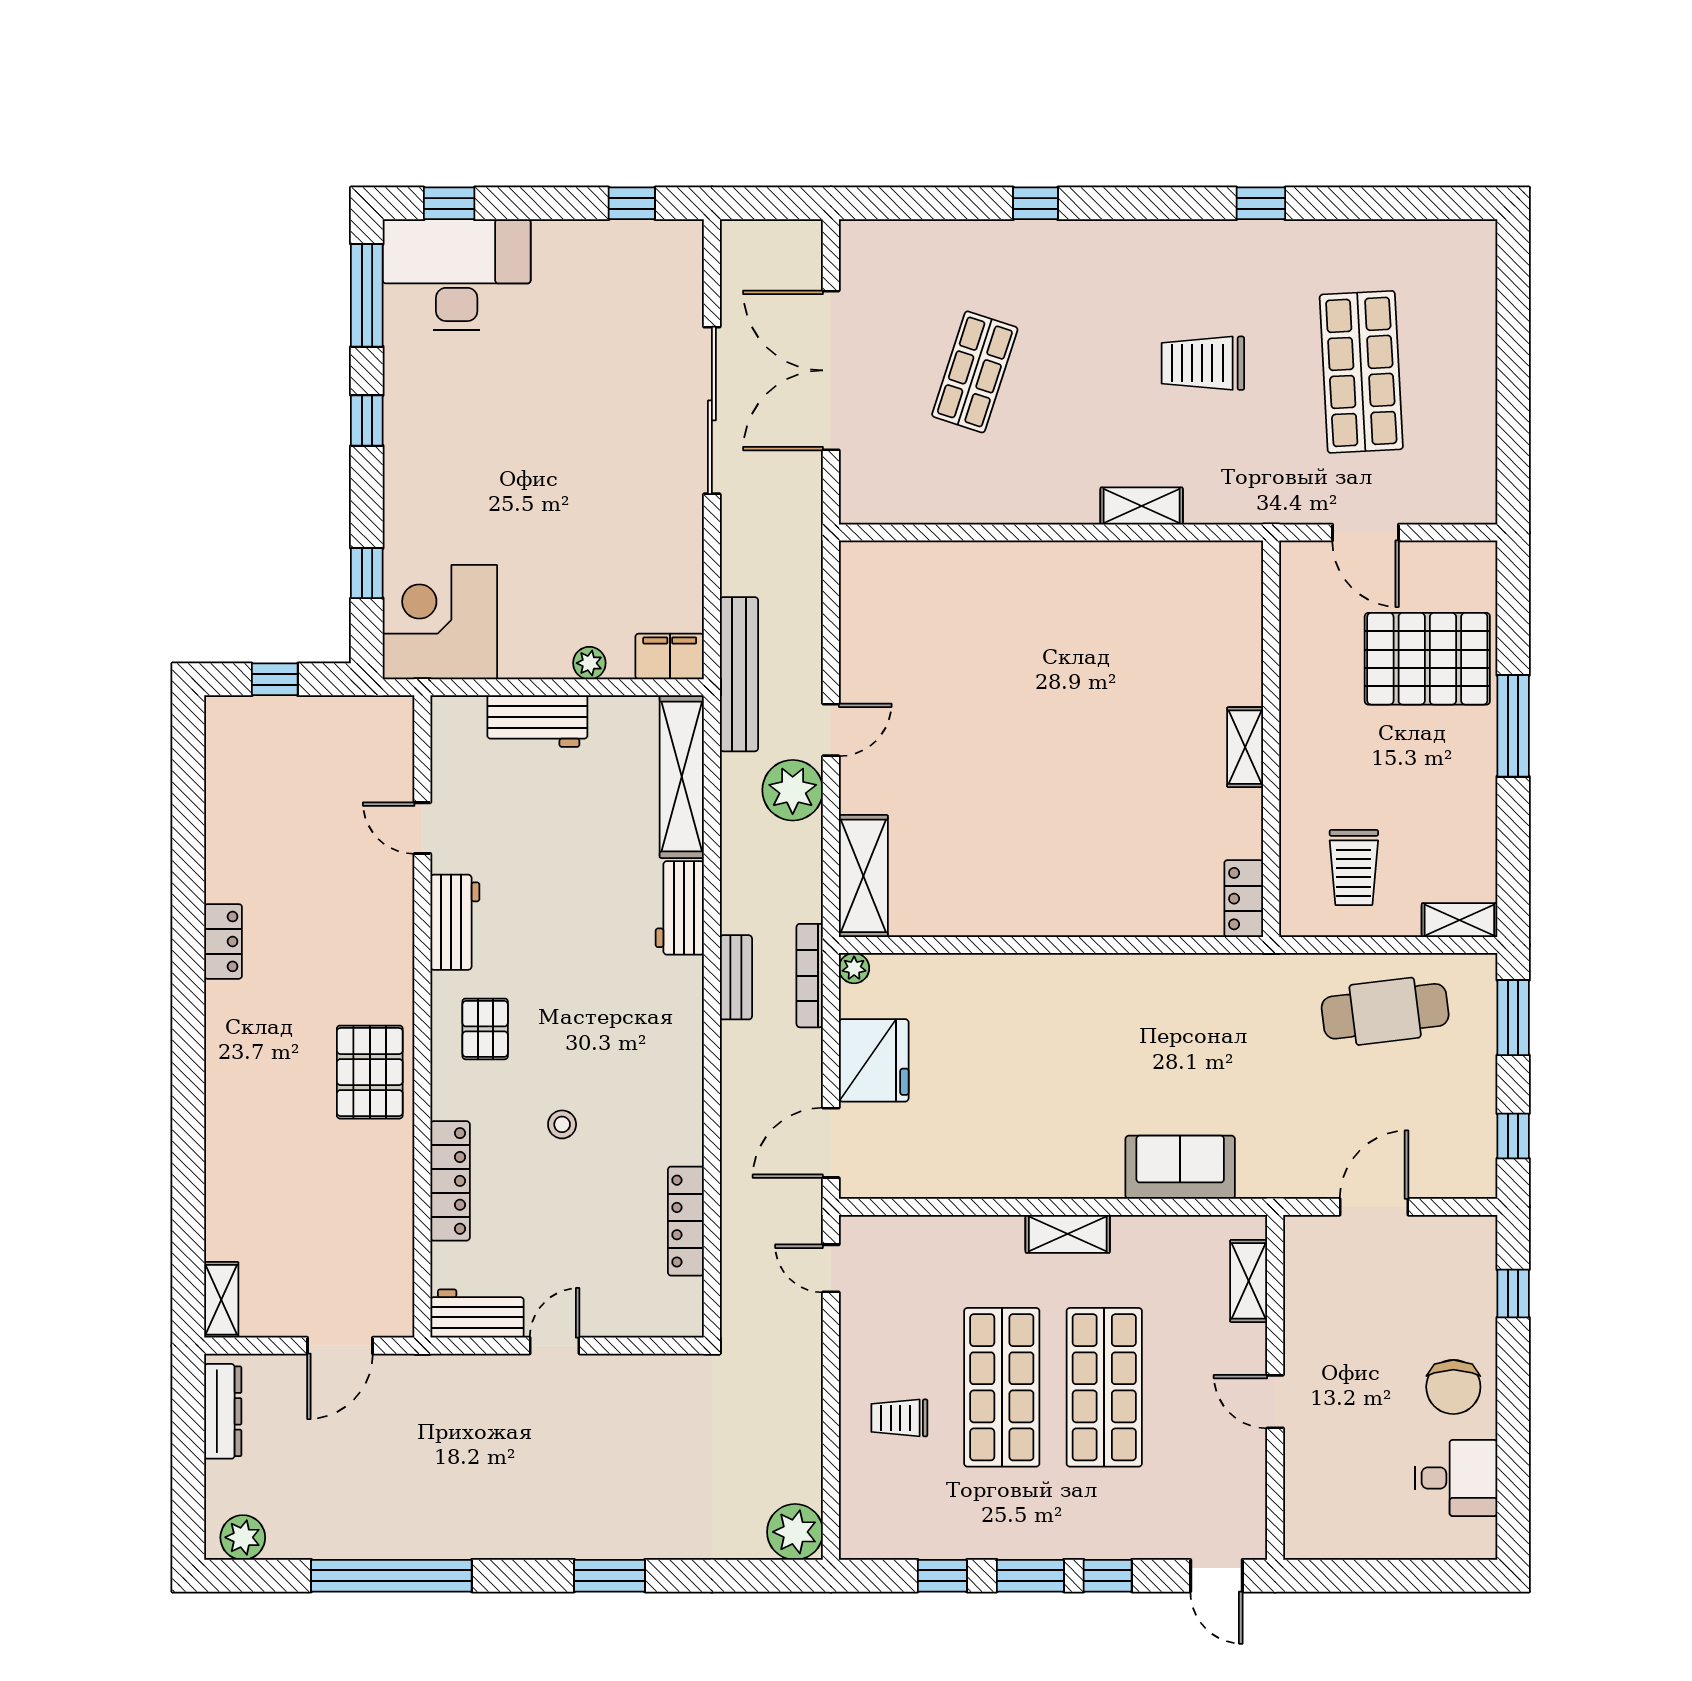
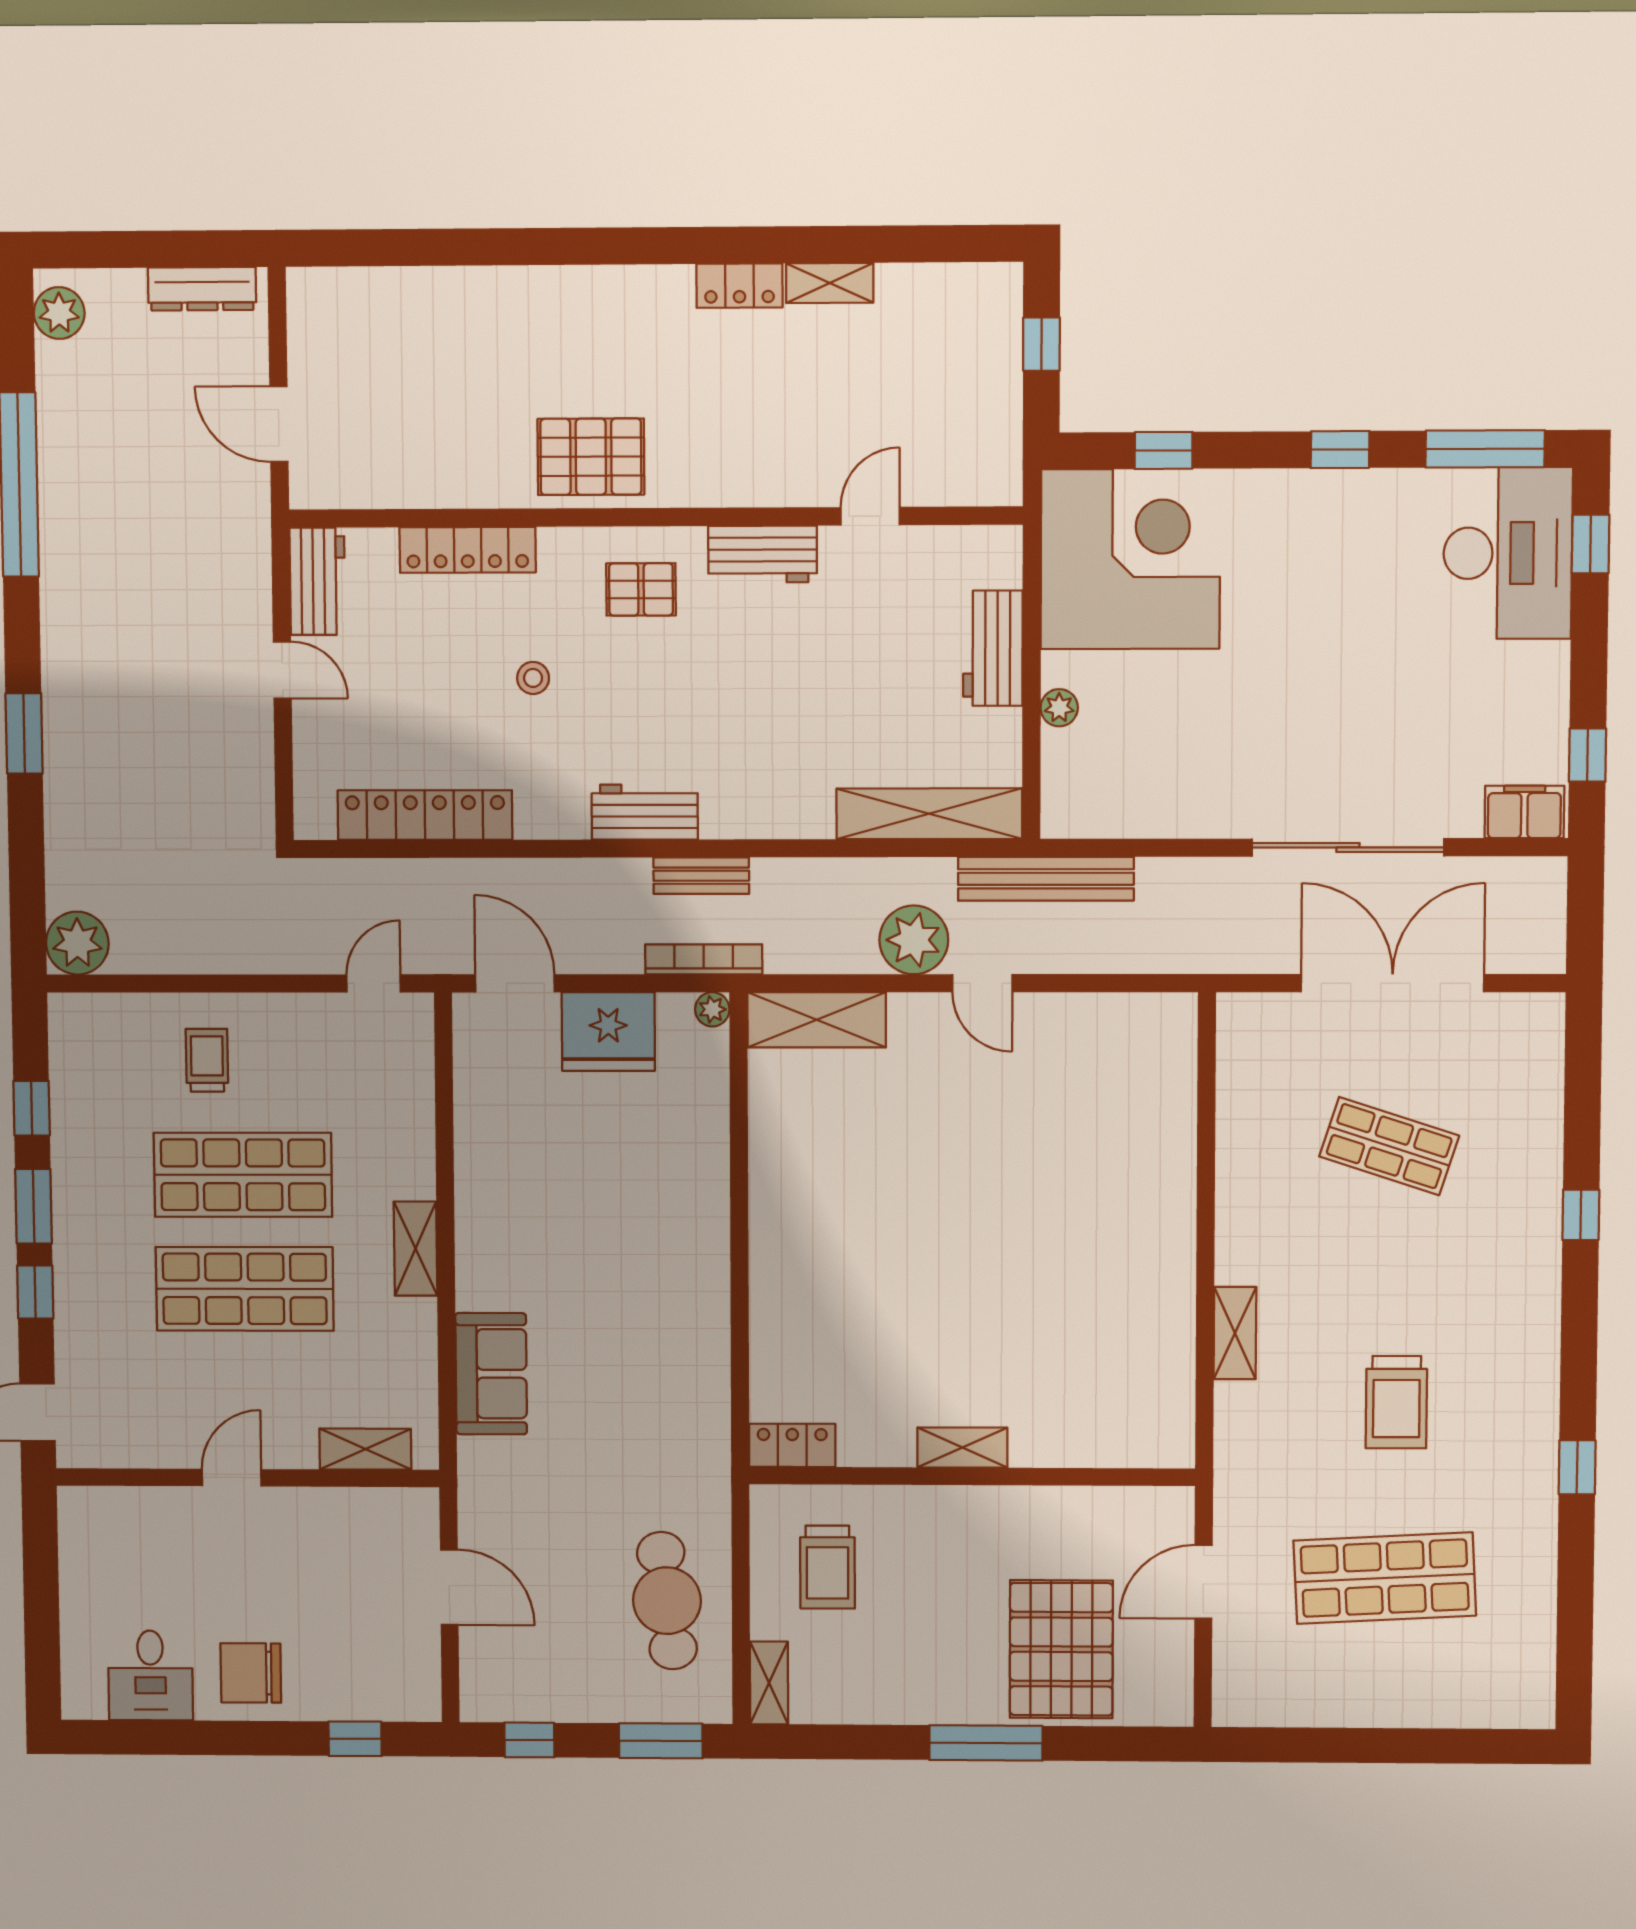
trolley: (1203, 363) -> (1396, 1402), turned 180
corner desk: (440, 622) -> (1130, 559), width x1.36, depth x1.36
filing cabinet: (670, 656) -> (1524, 812), moved, turned -90
trolley: (1354, 867) -> (827, 1567), turned -90
workbench: (680, 908) -> (645, 812), moved
locker: (686, 1221) -> (425, 815), width x1.41, depth x1.21
shelving: (221, 1300) -> (830, 283), moved

